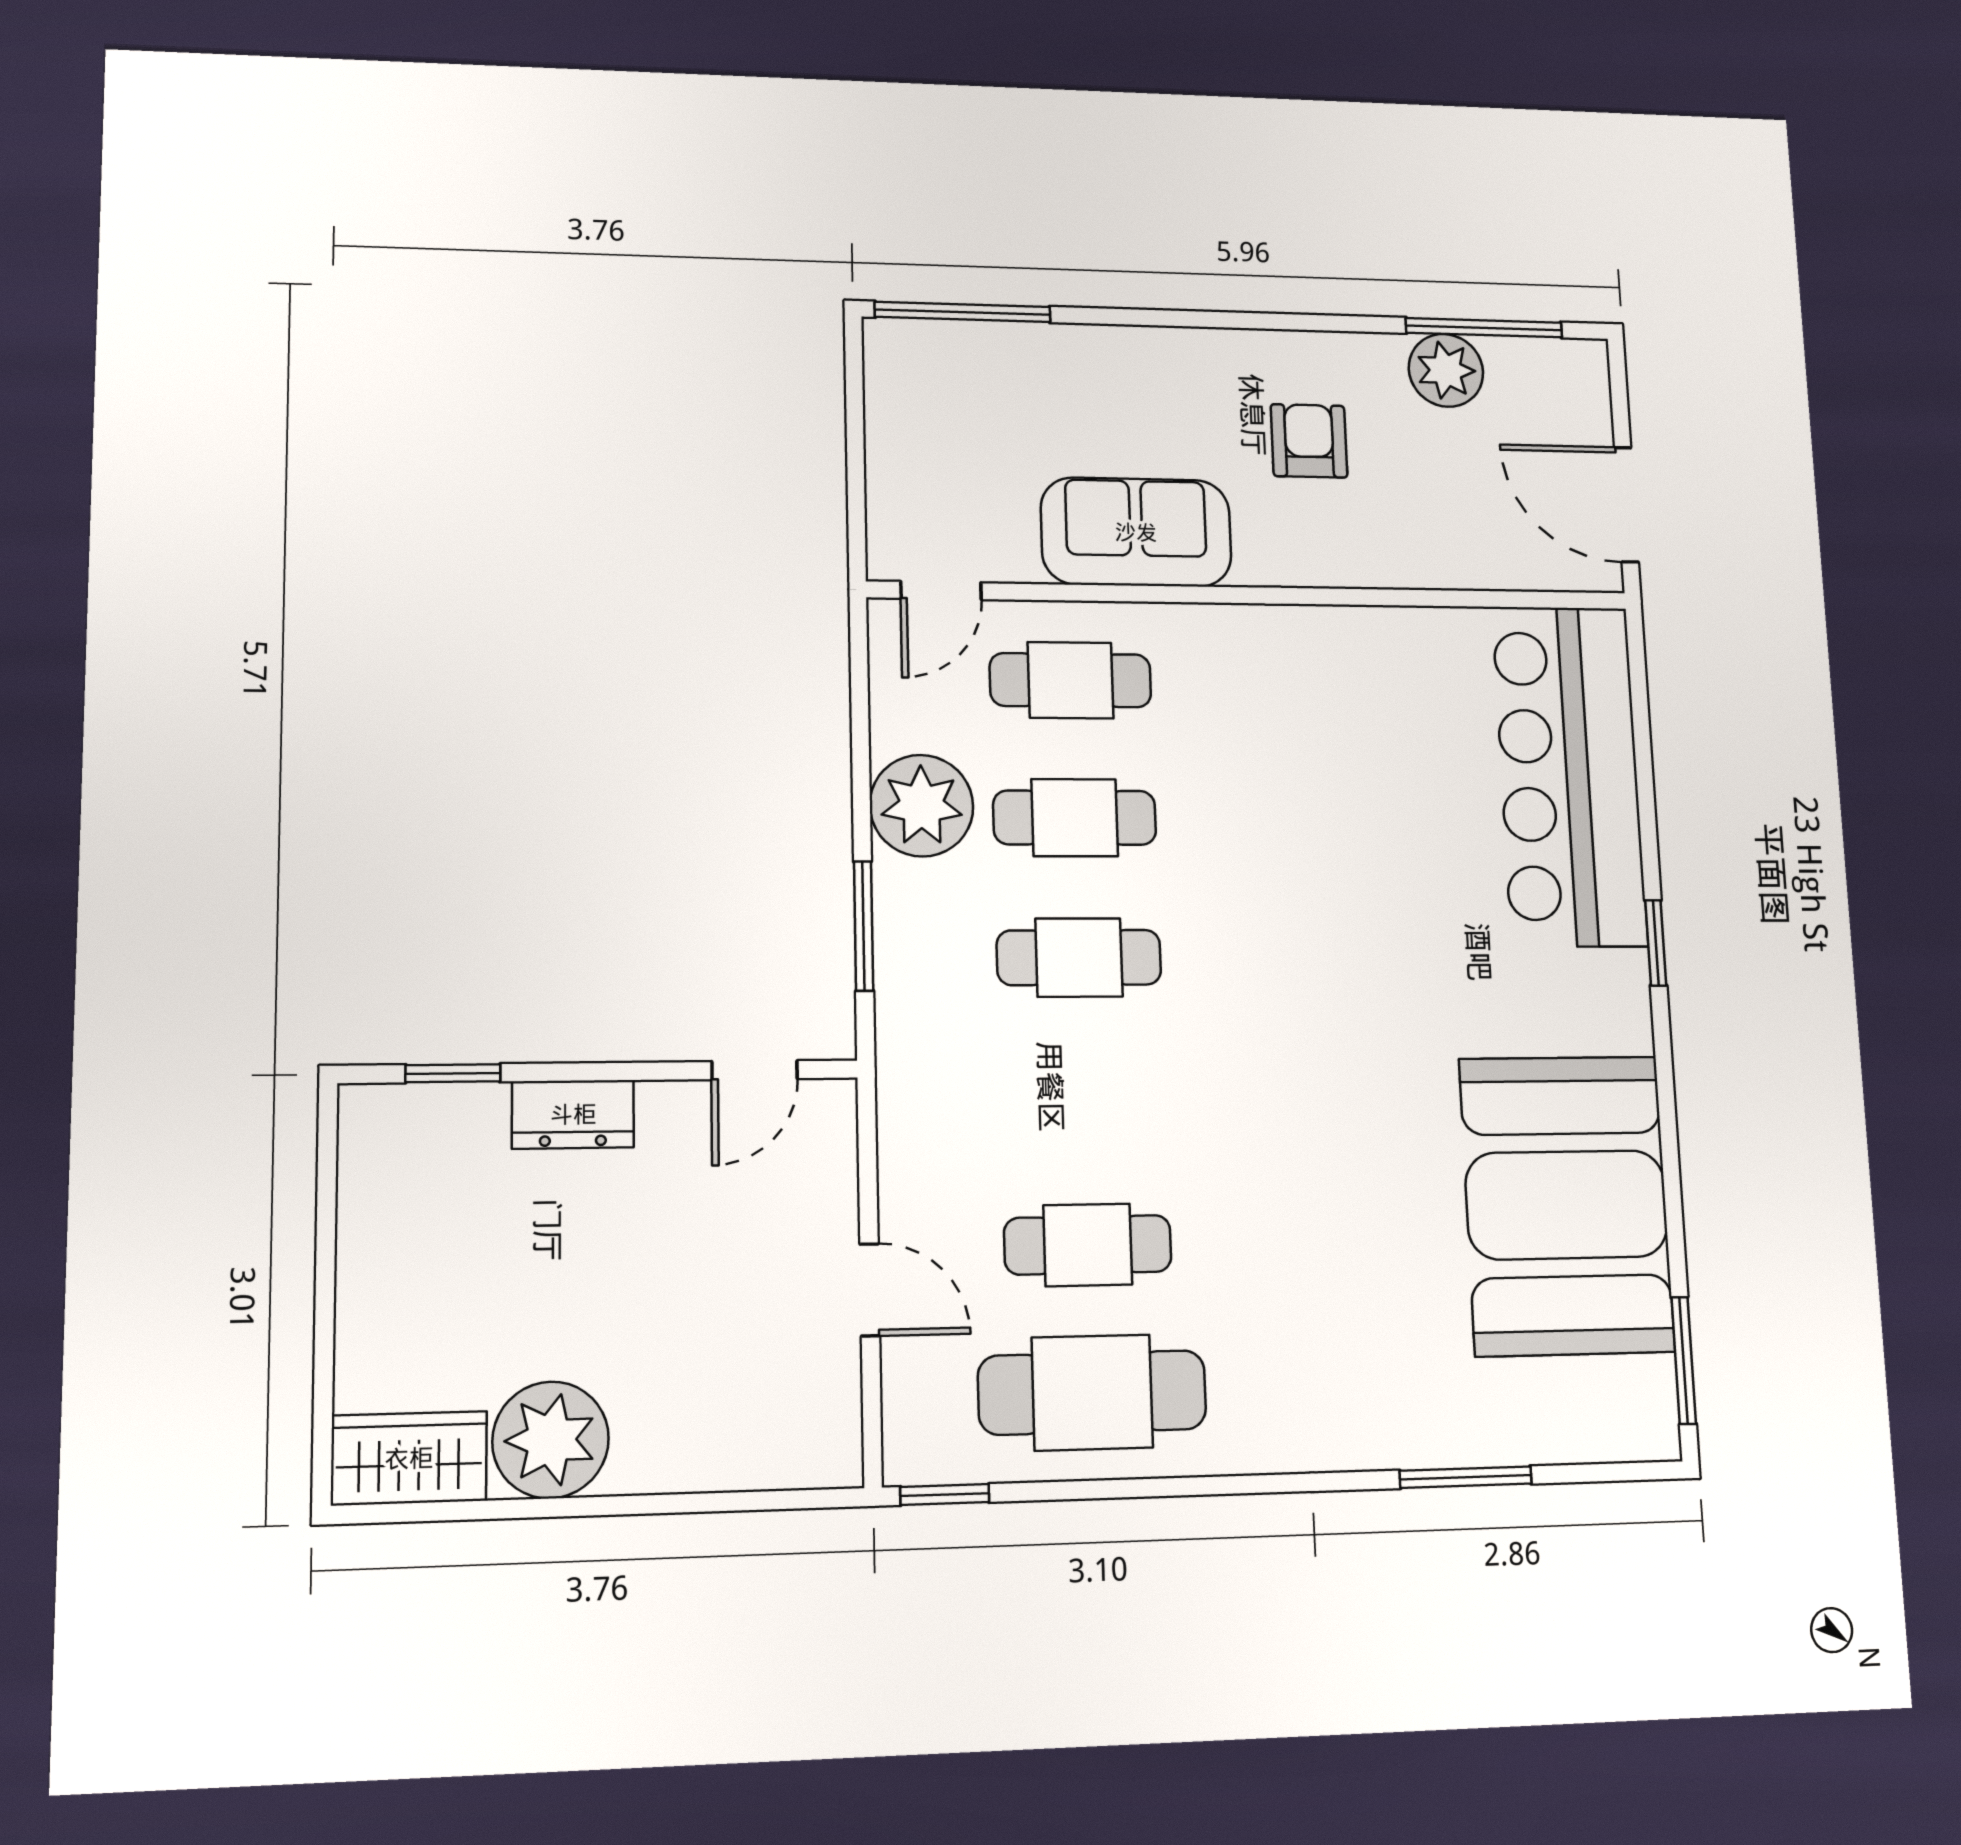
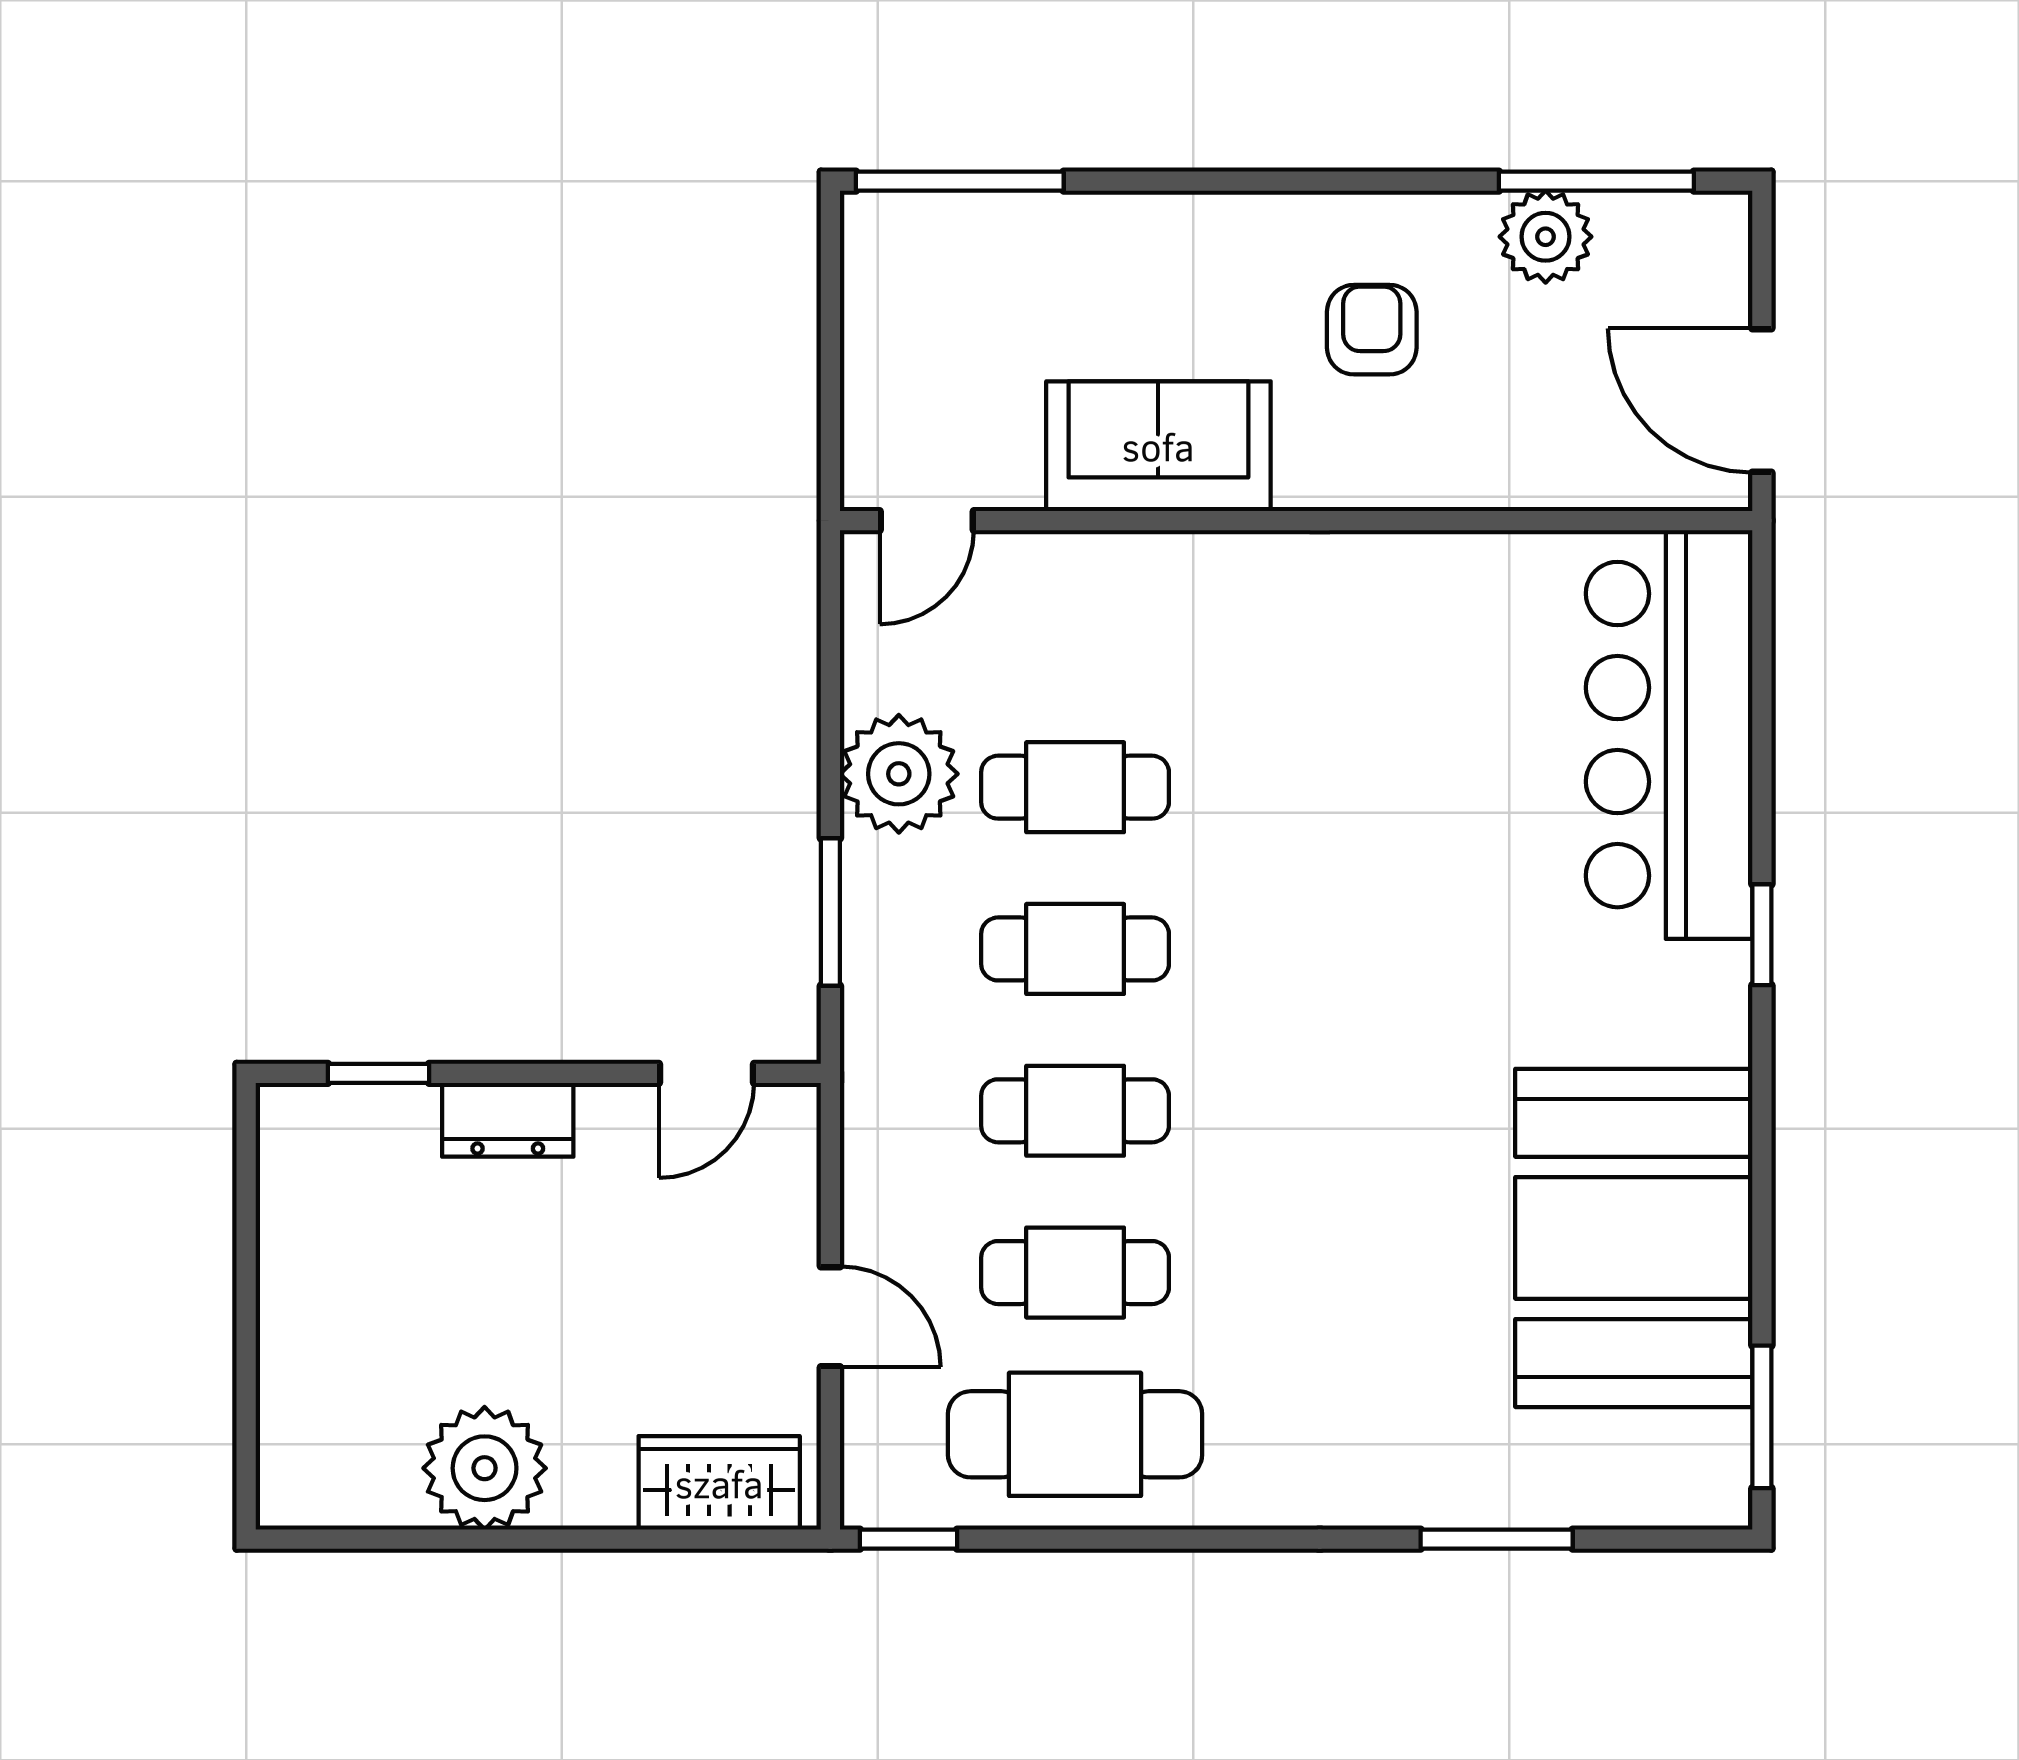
cafe table: (1070, 680) -> (1075, 1111), moved
wardrobe: (409, 1458) -> (719, 1483), moved

